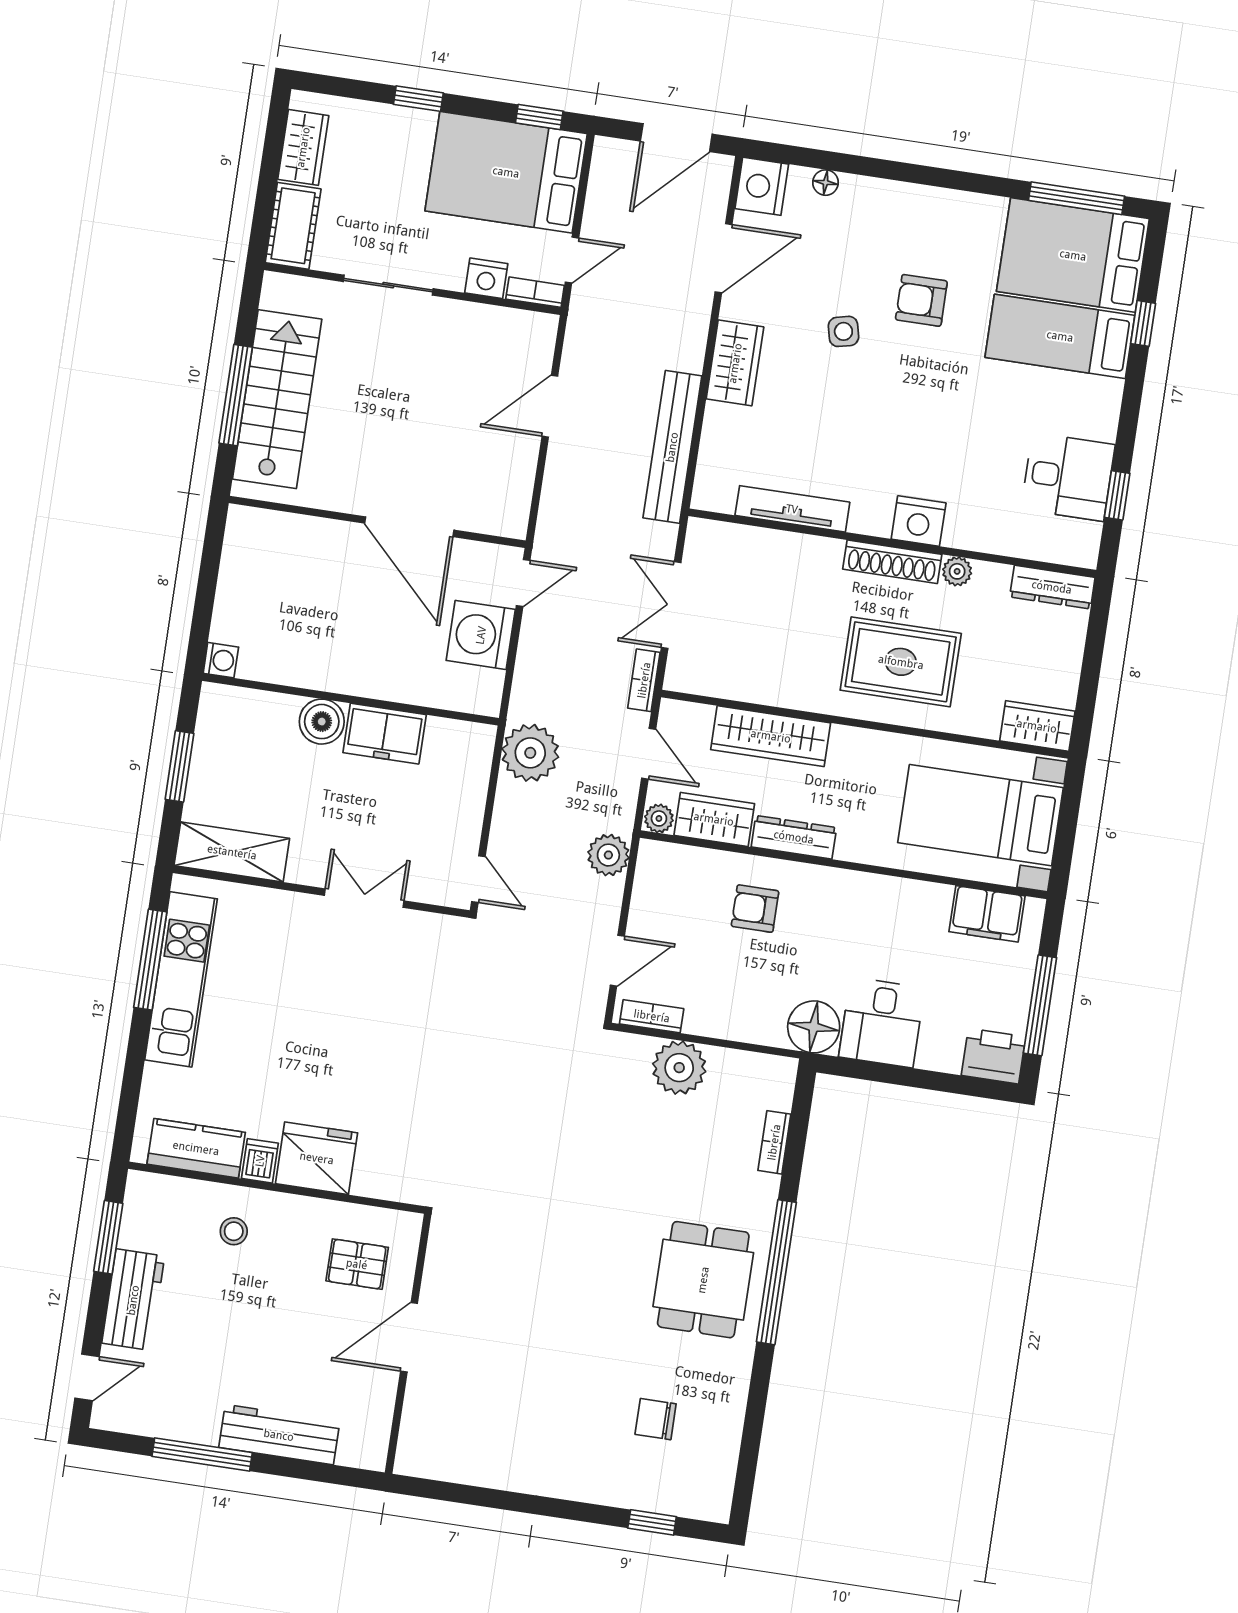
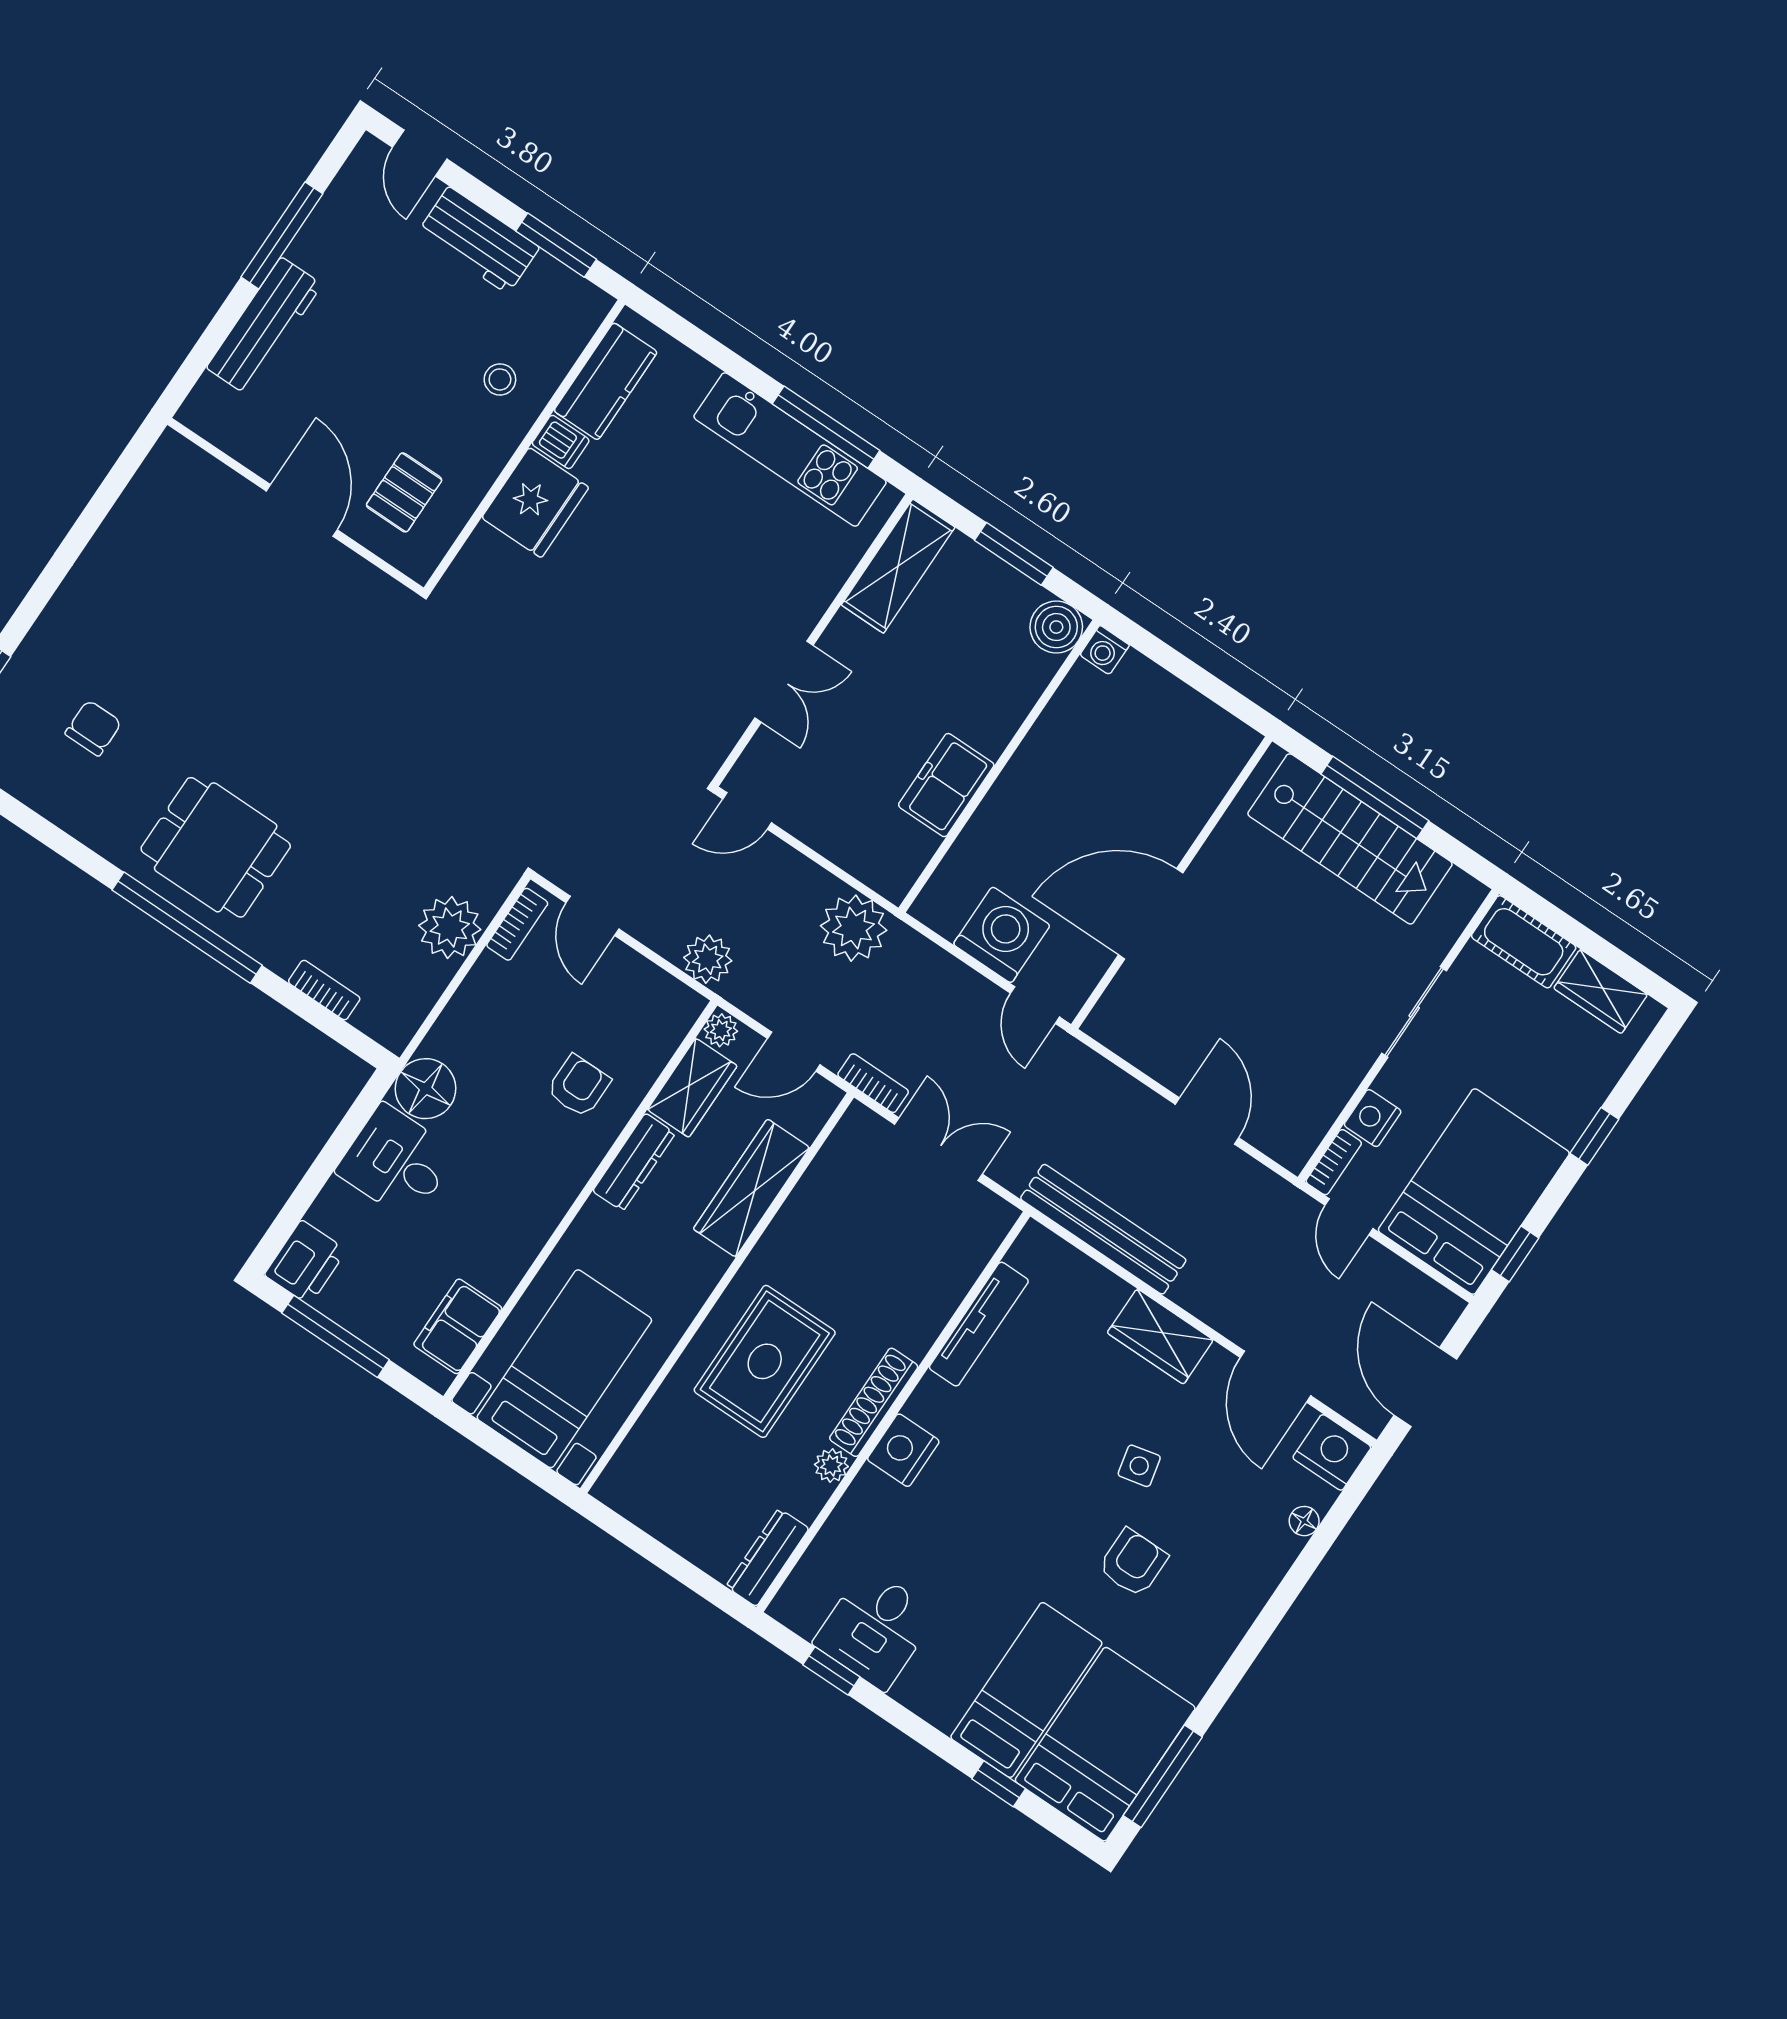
boiler: (322, 722) -> (1056, 627), moved
wardrobe: (1037, 726) -> (630, 1473), removed

